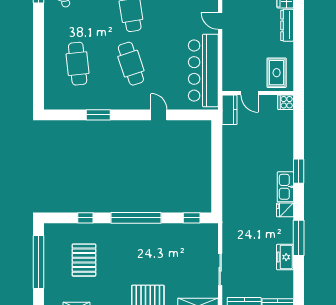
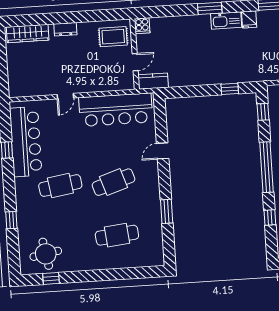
dresser: (287, 25) -> (65, 29), width x0.70
window: (217, 186) -> (230, 89), added

